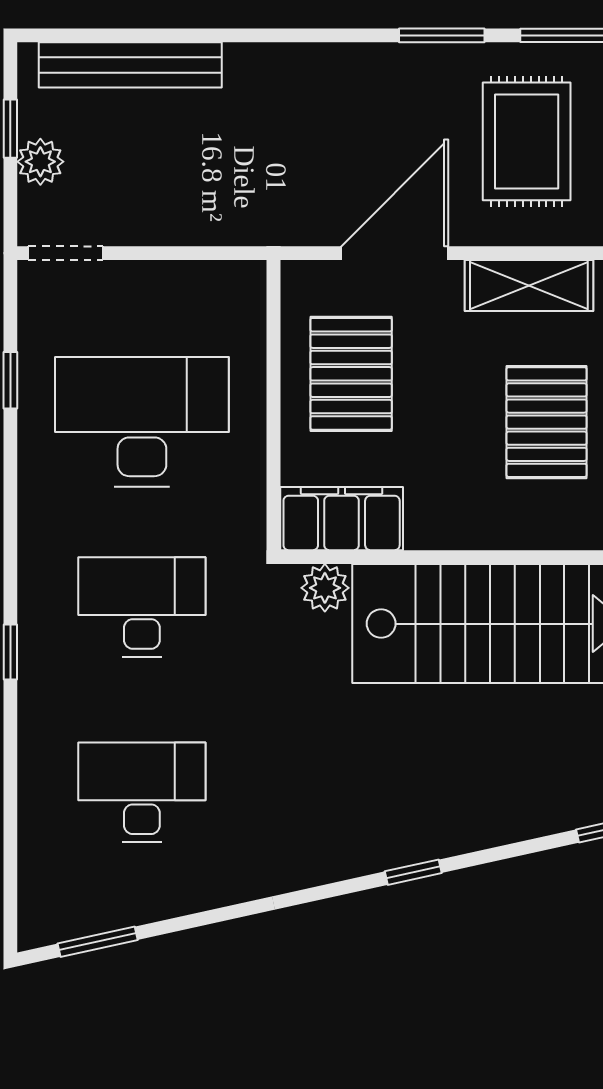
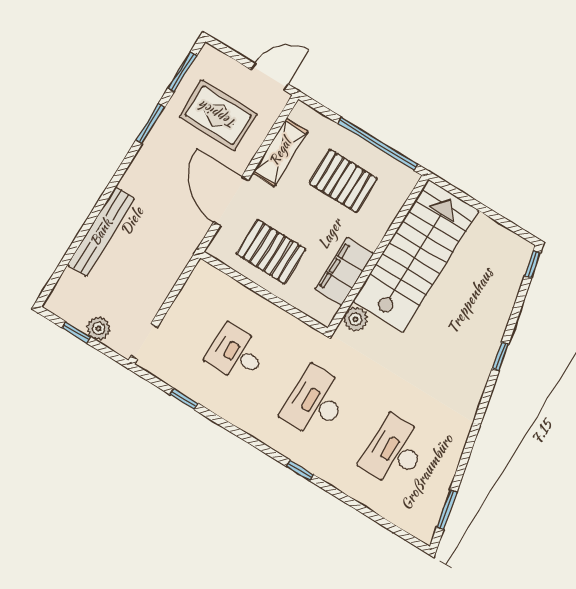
bench: (130, 65) -> (101, 232), moved
desk: (142, 422) -> (236, 354), width x0.53, depth x0.77
filing cabinet: (342, 519) -> (344, 272), moved

